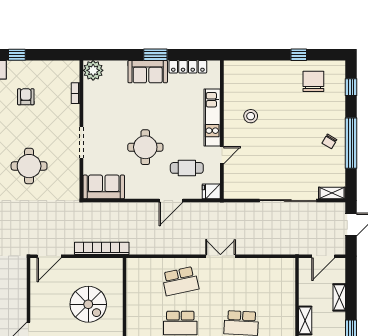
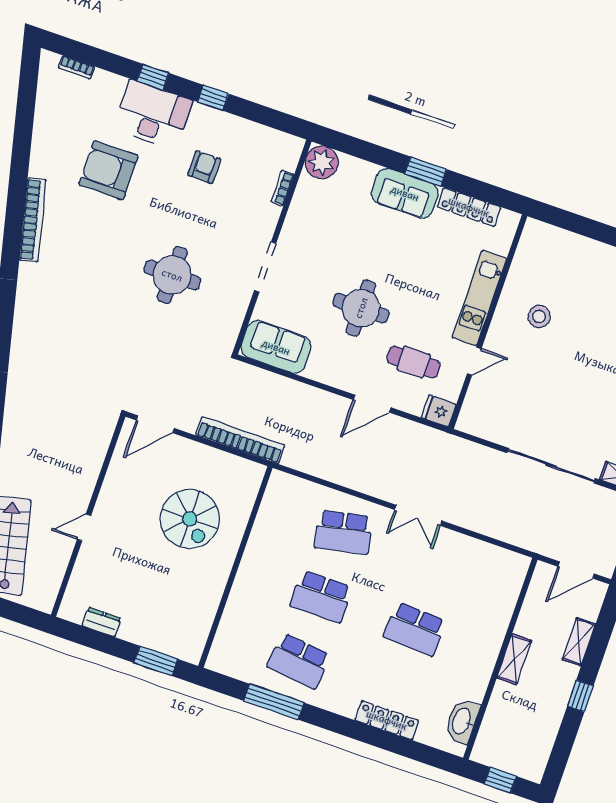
double door: (220, 256) -> (418, 515), swing flipped

